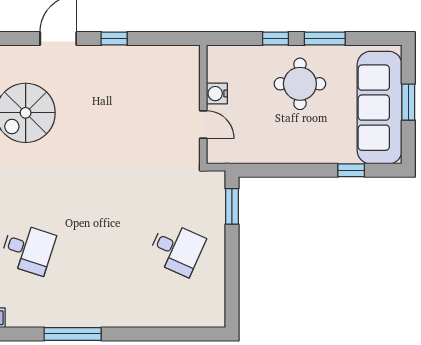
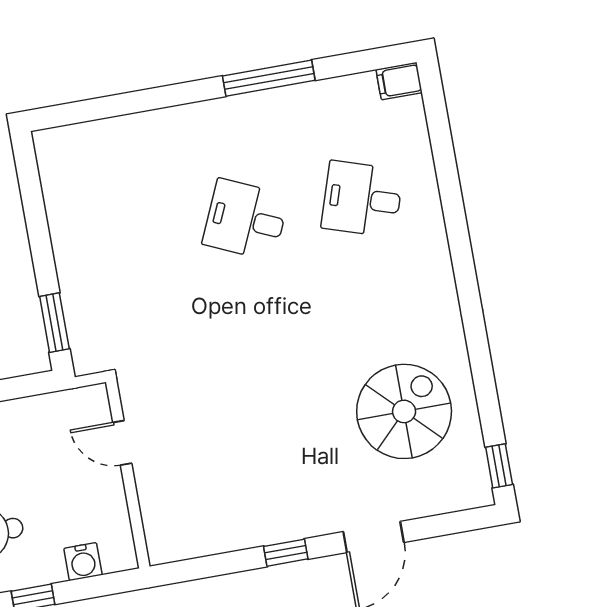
water cooler: (217, 94) -> (83, 562), moved, turned 90
desk: (177, 249) -> (246, 220), moved

